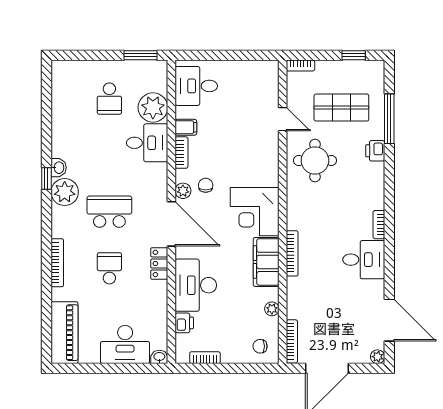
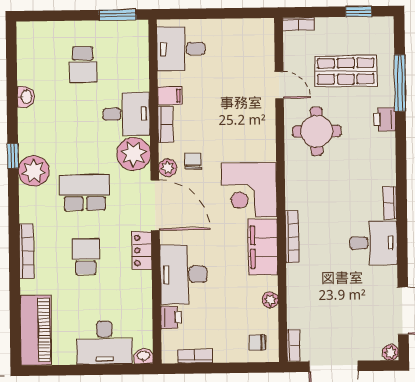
plant: (153, 107) -> (134, 154), moved
washbasin: (59, 168) -> (26, 97), moved
bookcase: (292, 341) -> (293, 345), width x0.64

